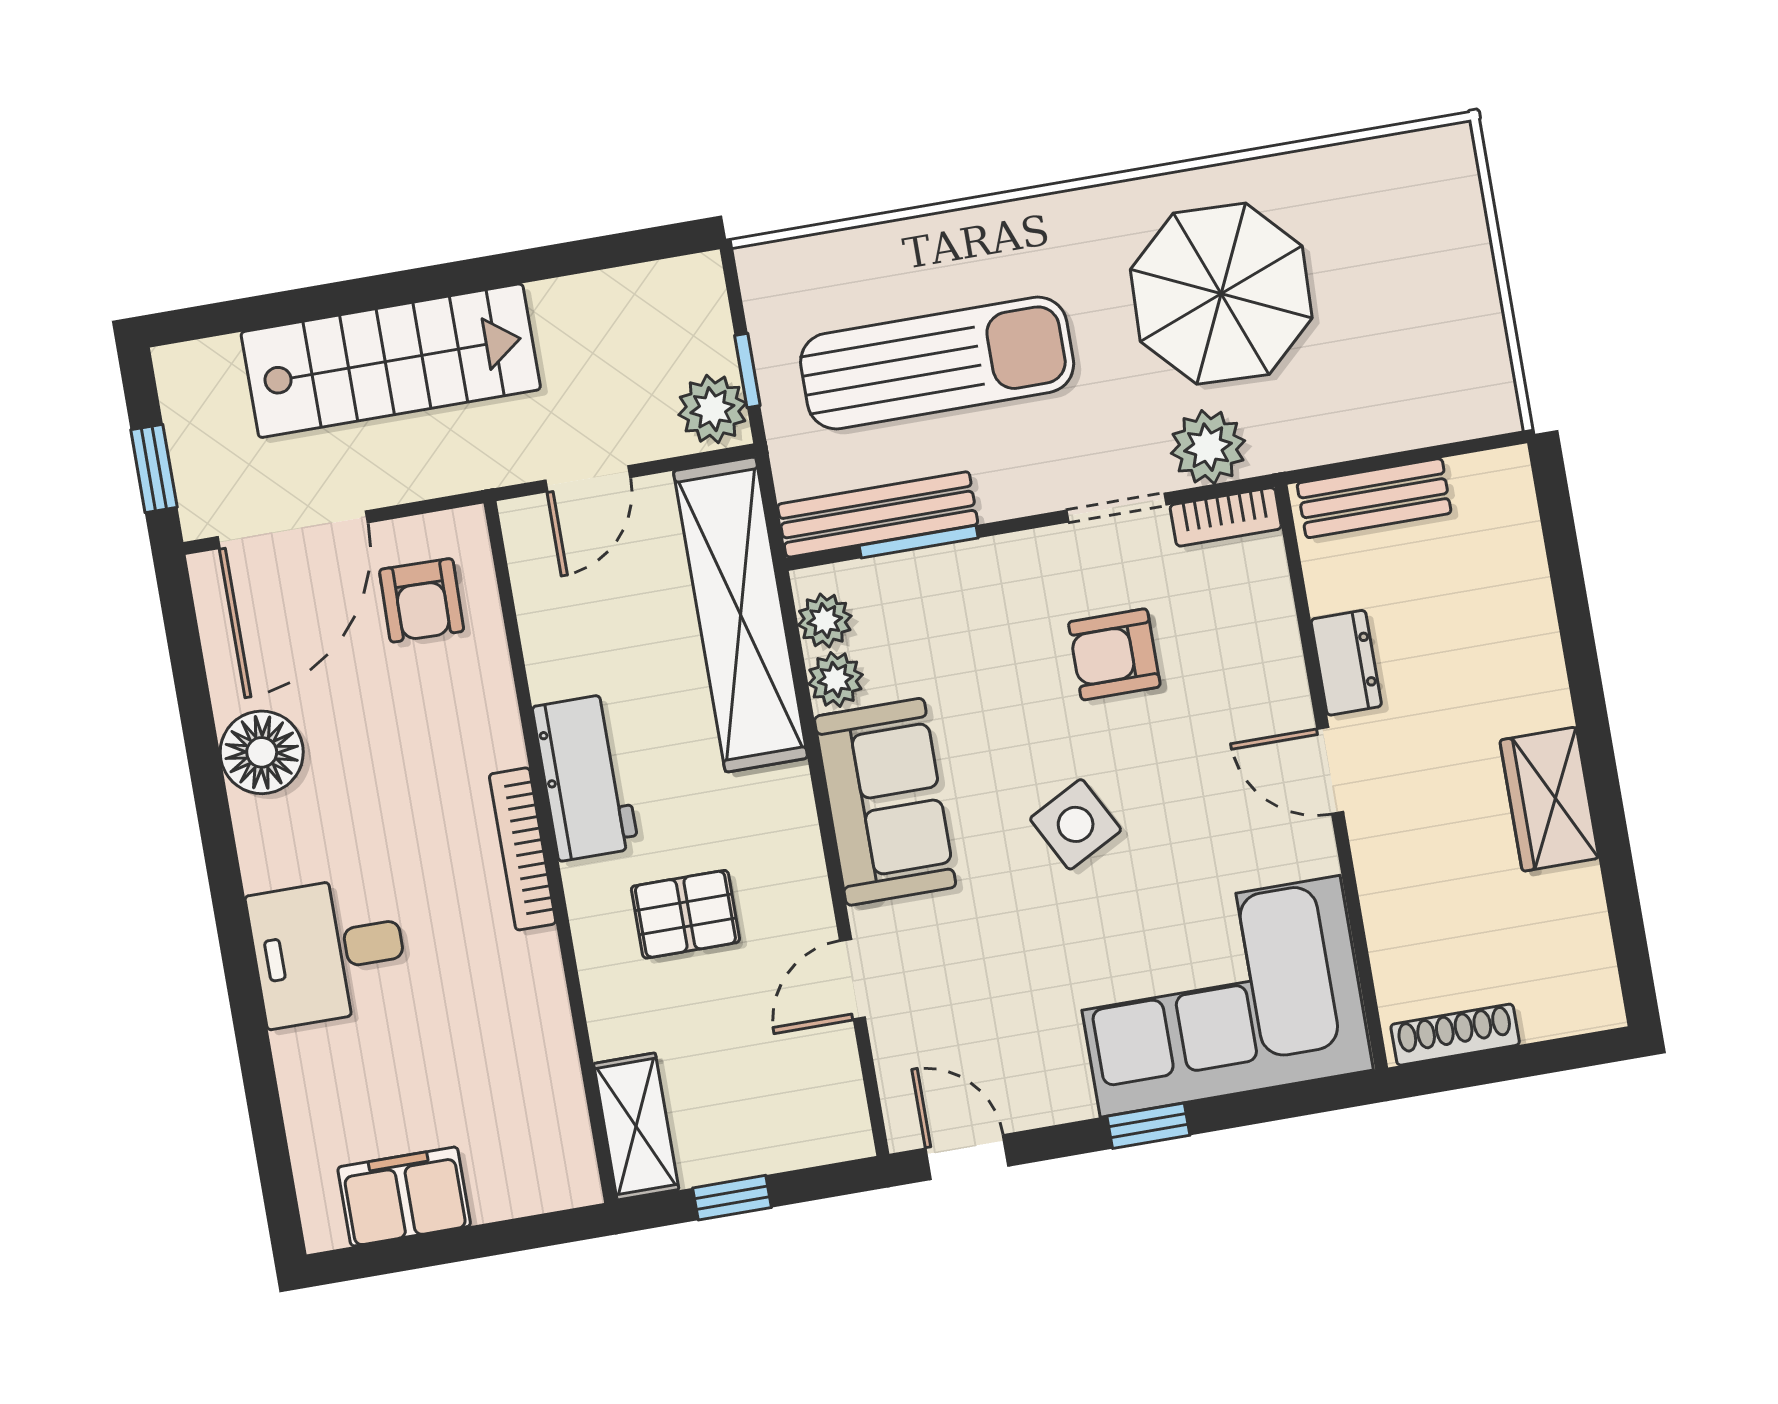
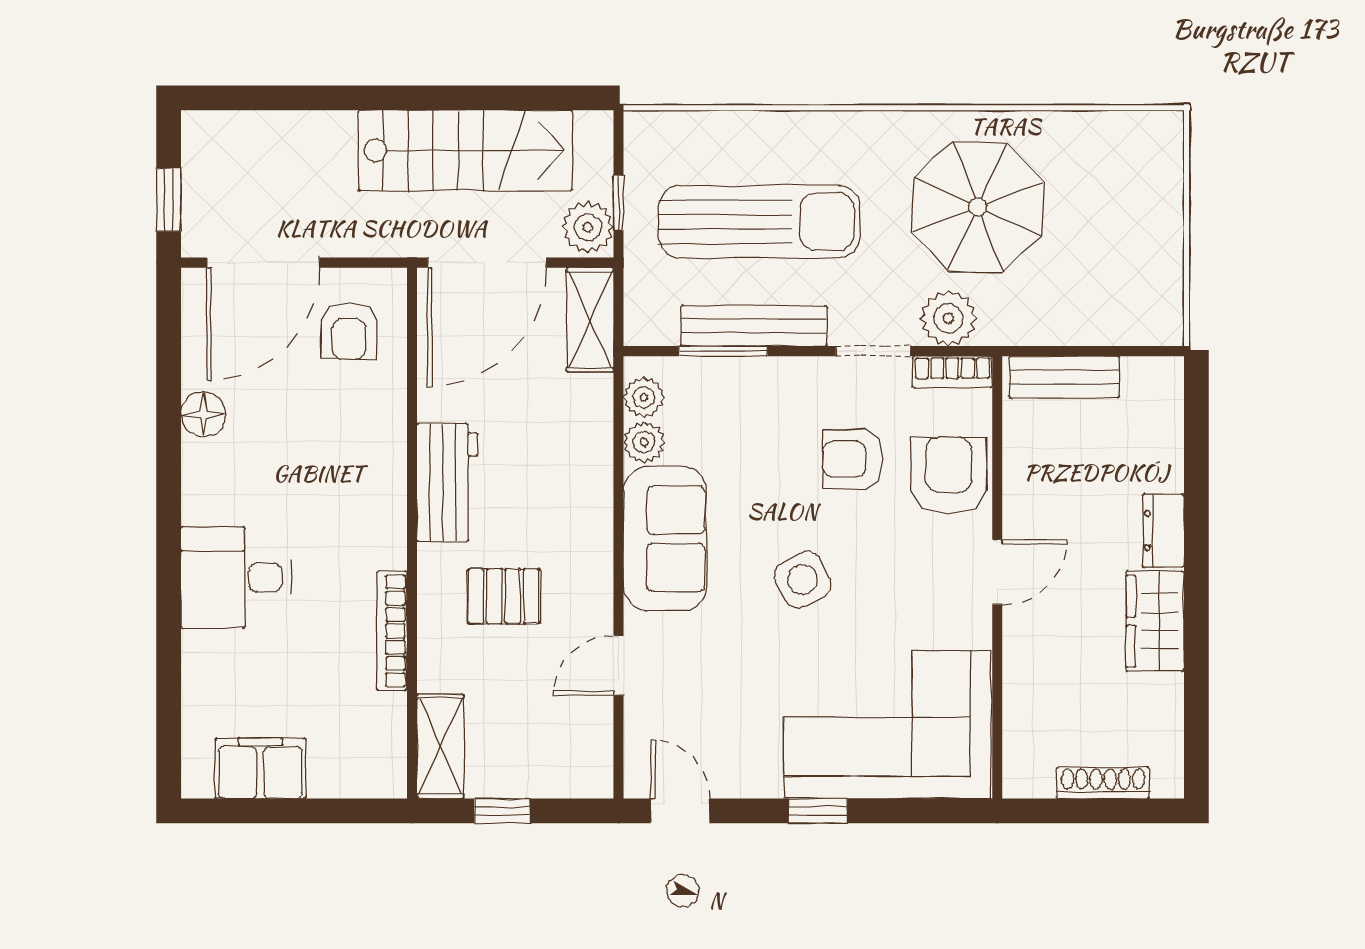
stairs: (391, 361) -> (465, 151), moved
door: (588, 479) -> (487, 263), width x1.88
bench: (878, 514) -> (754, 326), moved
shelving: (740, 614) -> (590, 320), width x0.45, depth x0.75
armchair: (1244, 654) -> (949, 476), added
dresser: (1346, 663) -> (1163, 531), moved, turned 180
floor lamp: (262, 752) -> (203, 414), width x0.73, depth x0.73
door: (1330, 770) -> (997, 572), swing flipped
bookcase: (523, 849) -> (392, 631), moved
shoe rack: (1455, 1035) -> (1103, 783), moved

